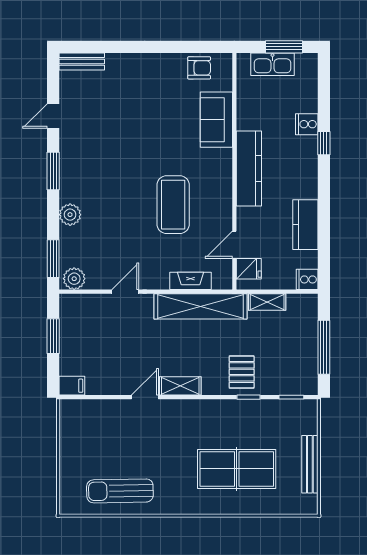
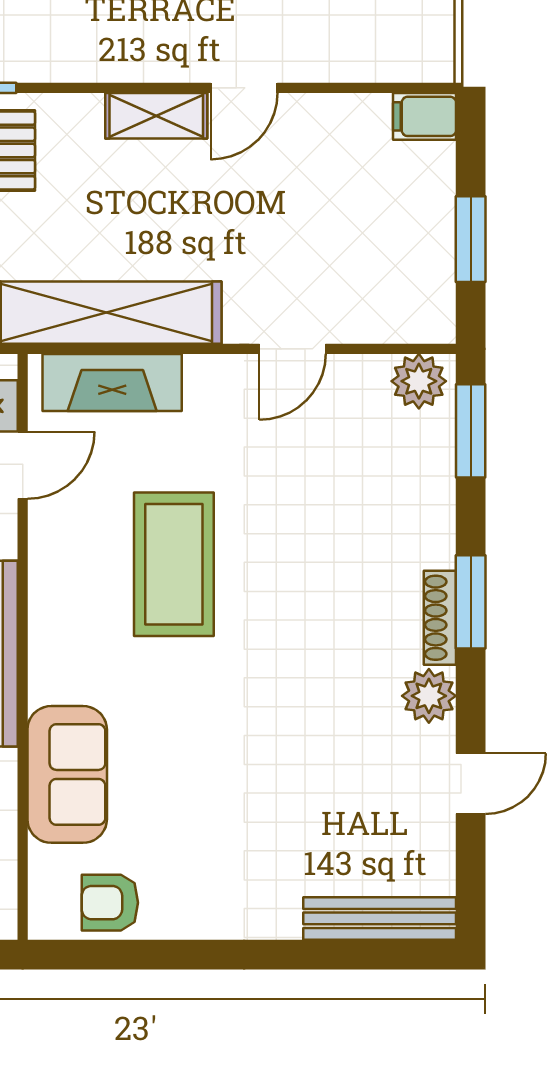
bench: (82, 61) -> (380, 918), width x1.36
window: (53, 171) -> (471, 602), moved
shoe rack: (66, 183) -> (440, 618), added
plant: (70, 215) -> (429, 696), moved
fireplace: (191, 281) -> (112, 382), width x1.37, depth x1.32

